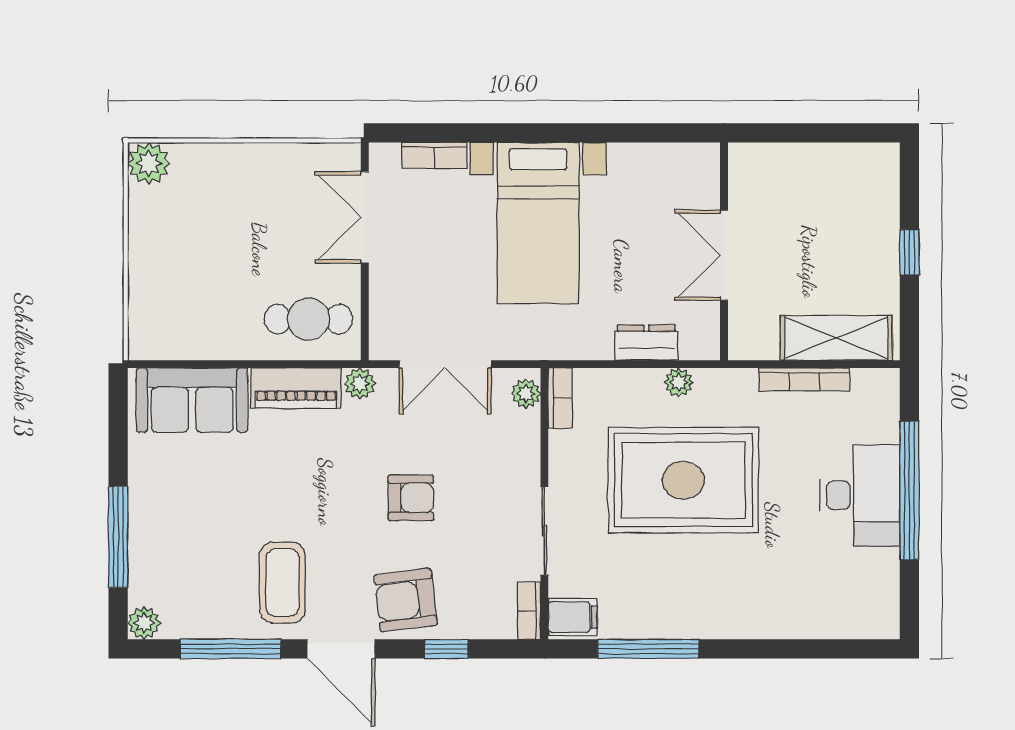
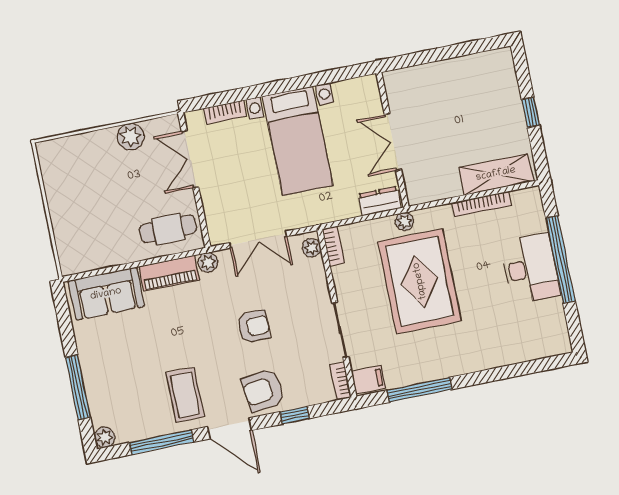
plant: (149, 163) -> (131, 137), moved
wall: (724, 251) -> (392, 140), moved
double door: (724, 255) -> (393, 142), moved
rug: (683, 480) -> (420, 281), turned 90

